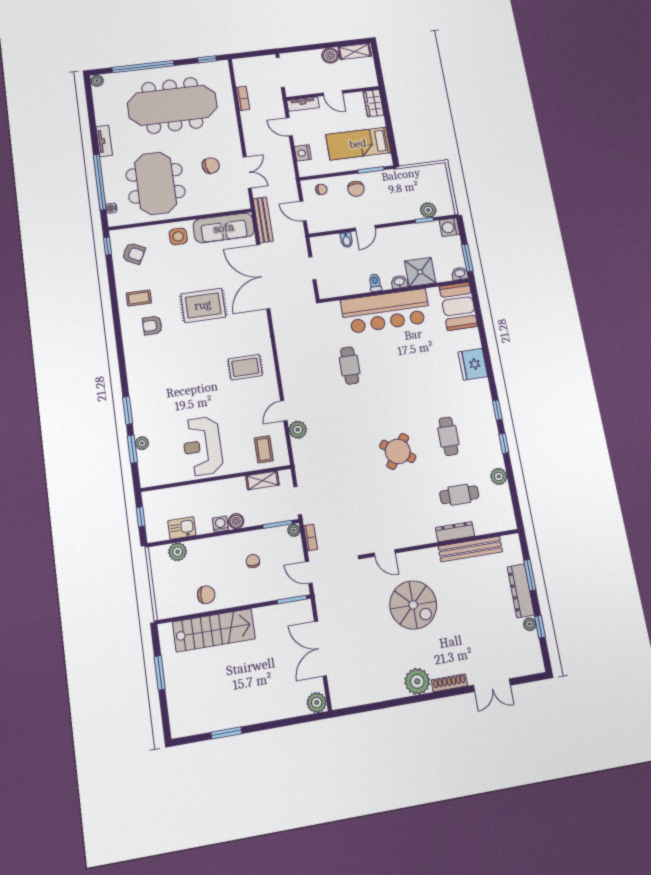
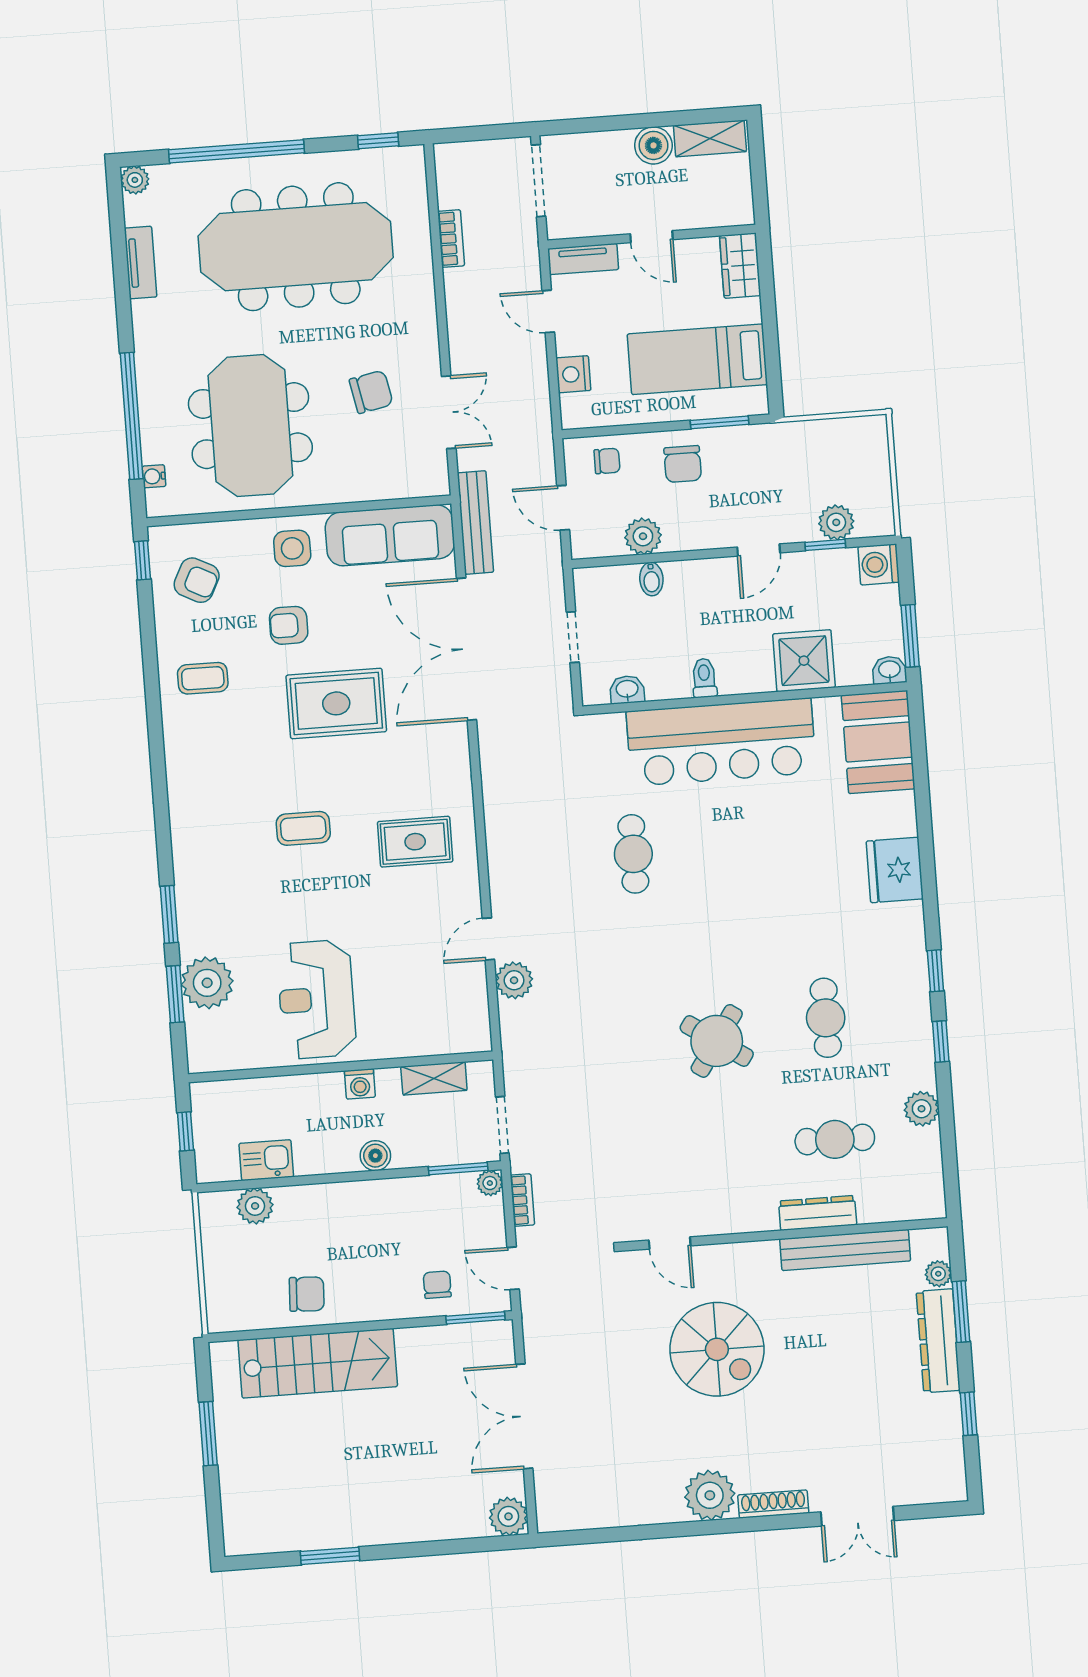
tv unit: (104, 141) -> (140, 263), moved
plant: (341, 221) -> (643, 536), added
door: (365, 228) -> (759, 550), moved
washbasin: (399, 282) -> (627, 690), moved
armchair: (152, 325) -> (289, 625), moved
plant: (142, 443) -> (207, 983), width x1.88, depth x1.88
coffee table: (264, 449) -> (303, 828), moved, turned 90
washing machine: (220, 524) -> (360, 1084), moved, turned 180
chair: (253, 561) -> (437, 1285), moved
plant: (530, 624) -> (938, 1274), moved

